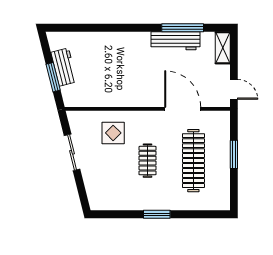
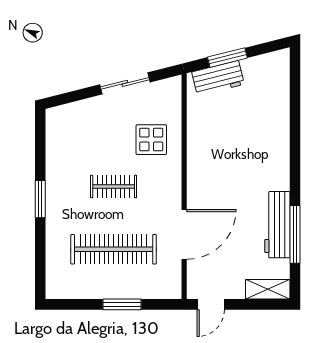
workbench: (64, 67) -> (218, 78), moved

